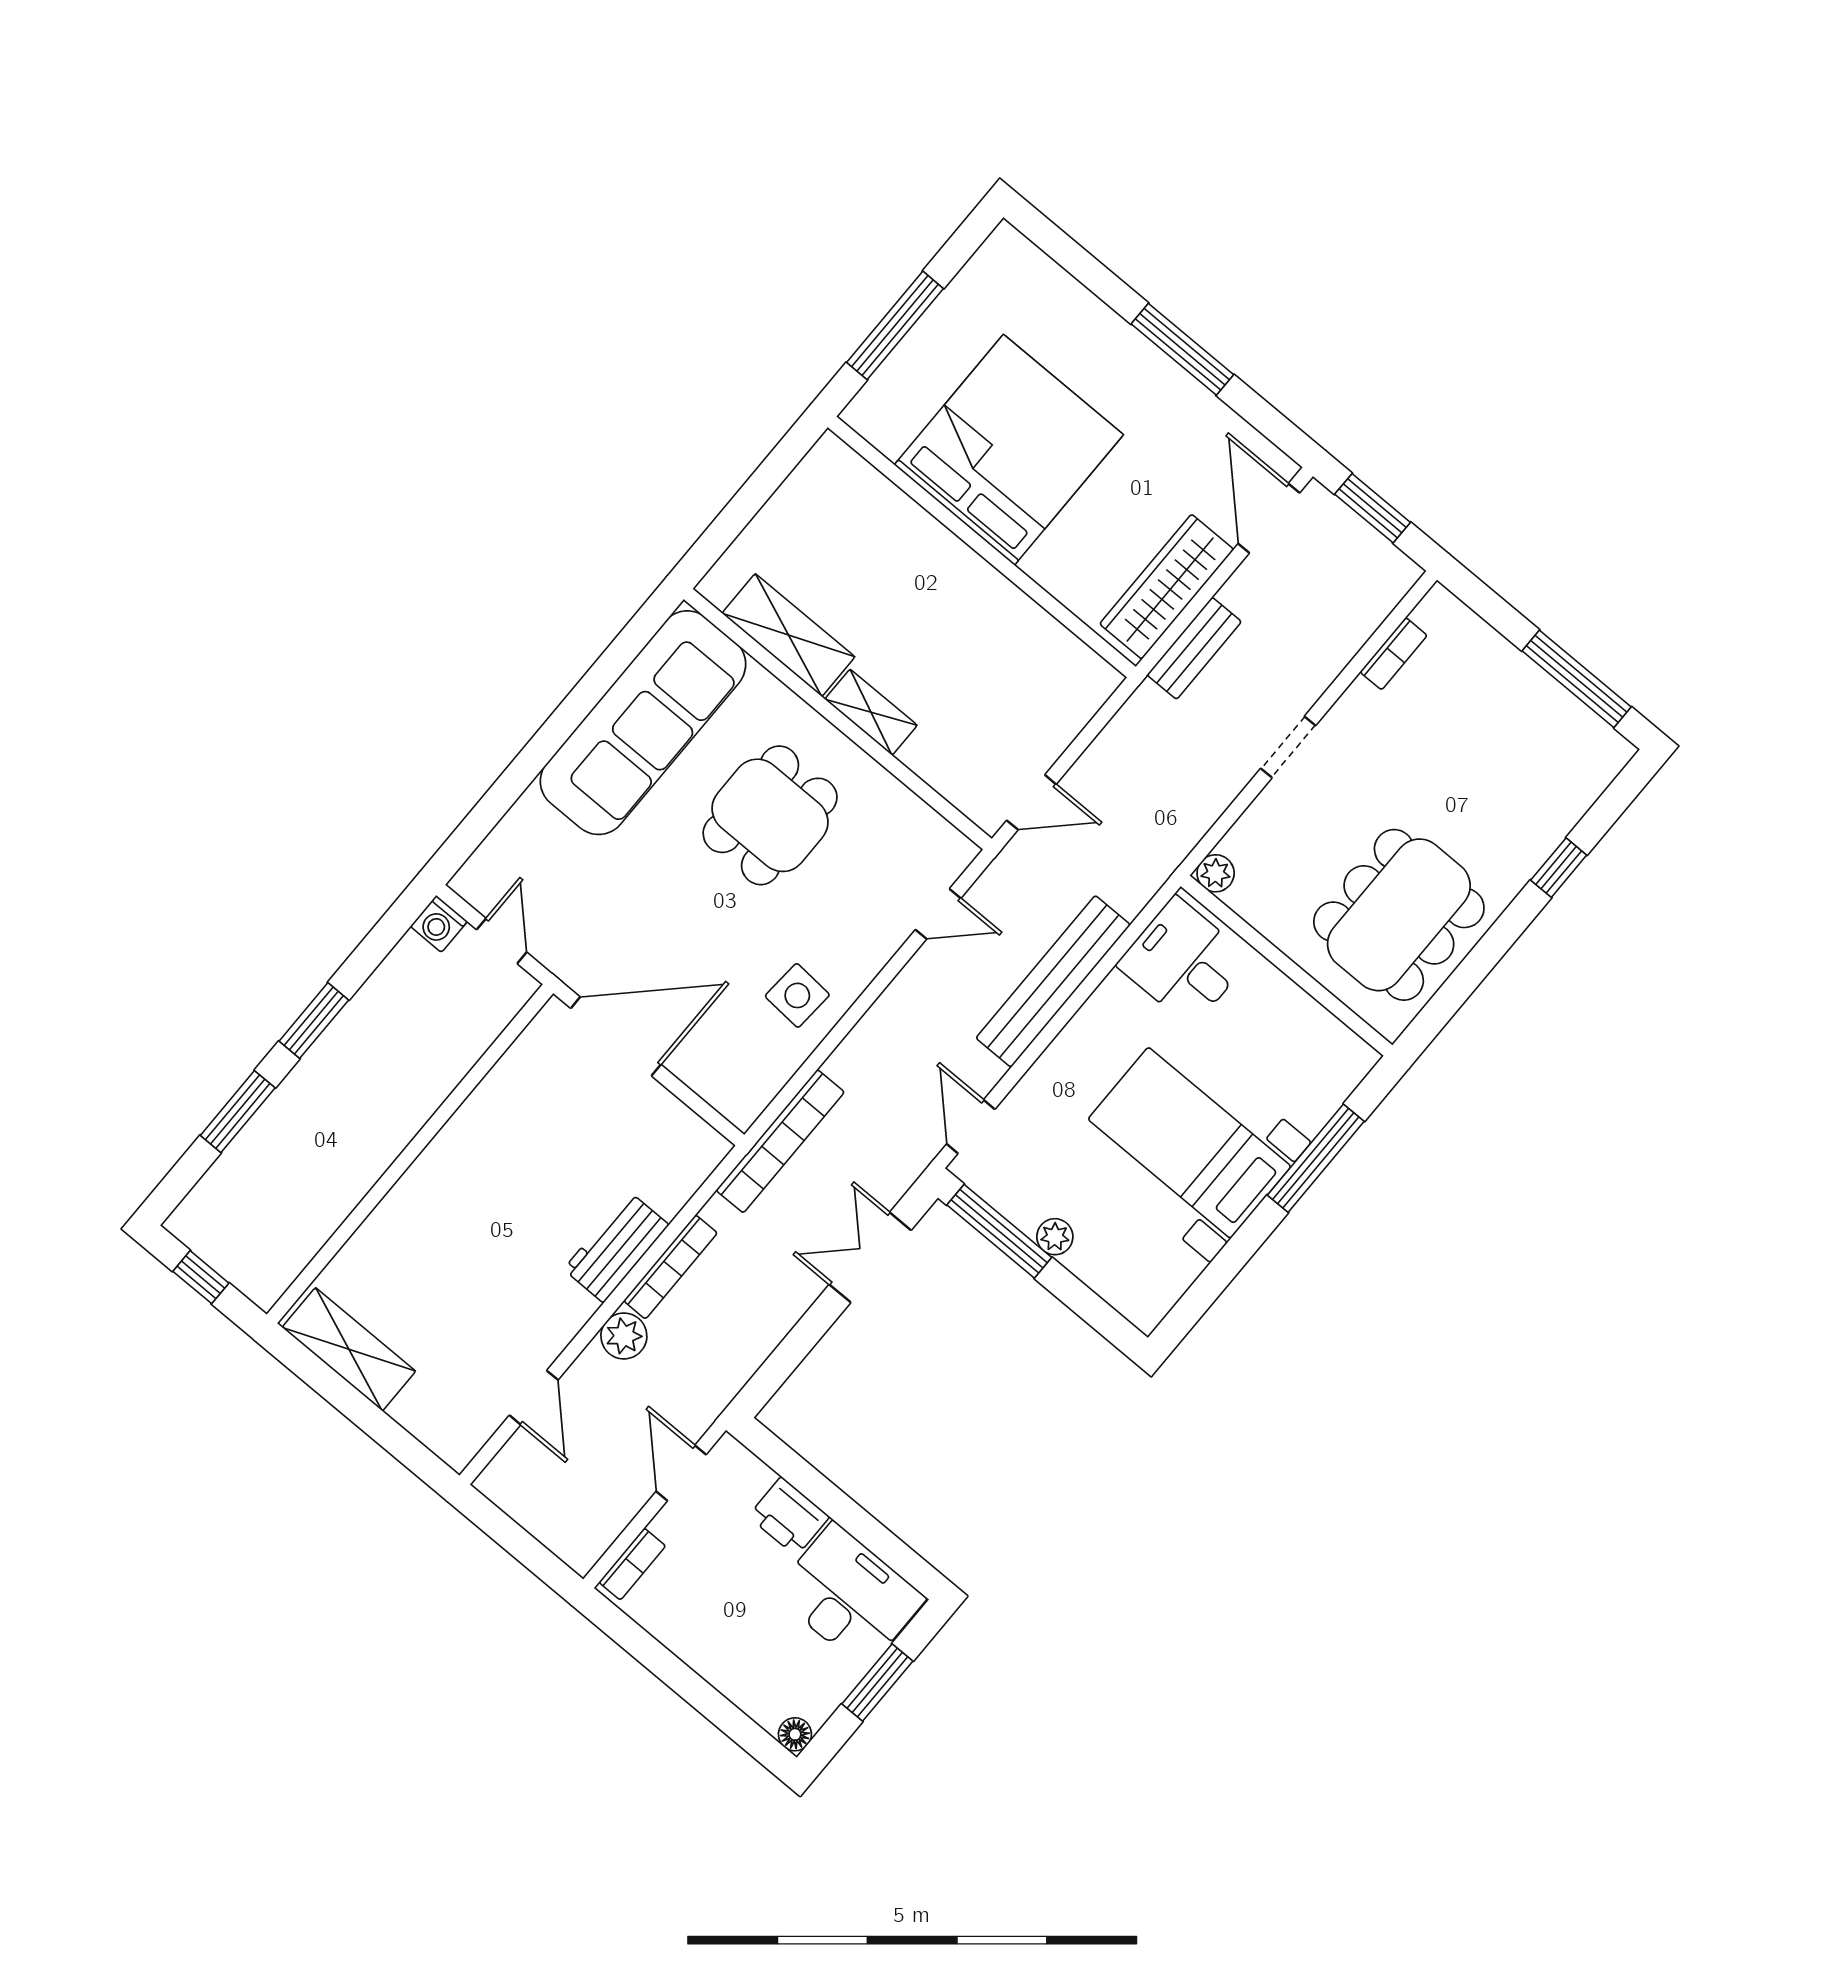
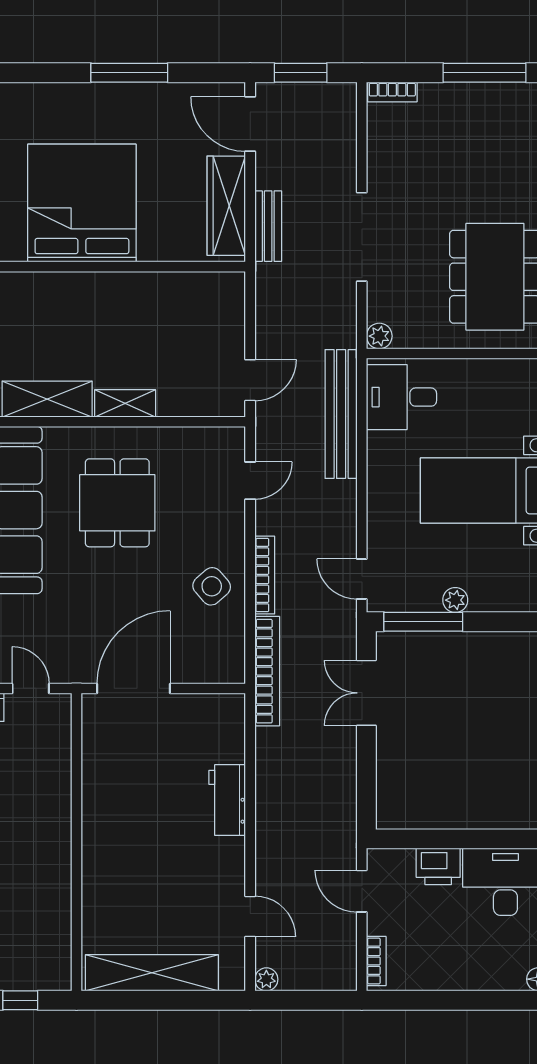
bookcase: (1394, 654) -> (392, 92), moved, turned 90
doorway: (1288, 747) -> (362, 237), width x1.87
bench: (1053, 981) -> (341, 414), moved
side table: (797, 995) -> (212, 586), turned 45
bookcase: (670, 1267) -> (265, 575), moved
plant: (624, 1336) -> (266, 979), moved, width x0.73, depth x0.73
shelving: (349, 1349) -> (152, 973), width x1.47

